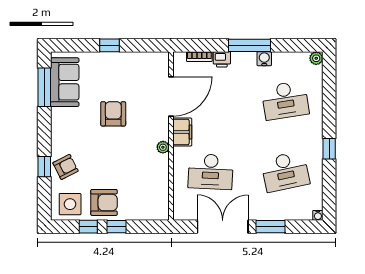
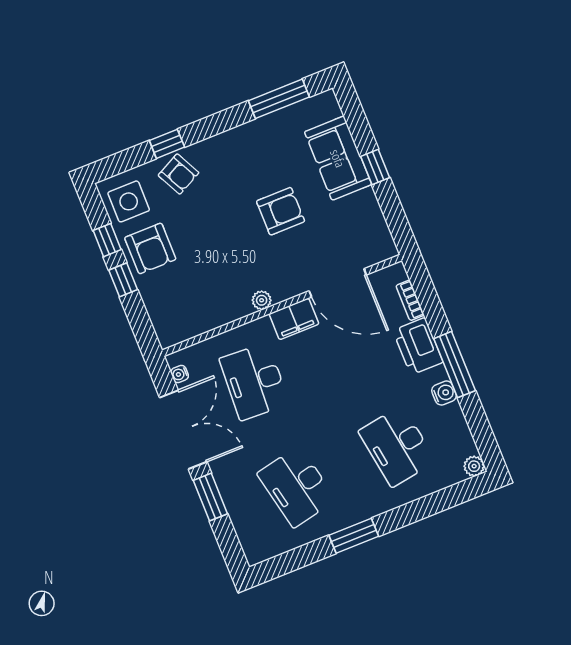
printer: (222, 59) -> (418, 346), width x1.87, depth x1.48
sofa: (65, 82) -> (338, 158), moved, turned 90
window: (329, 149) -> (354, 536), width x1.50
water cooler: (318, 215) -> (180, 374), moved

